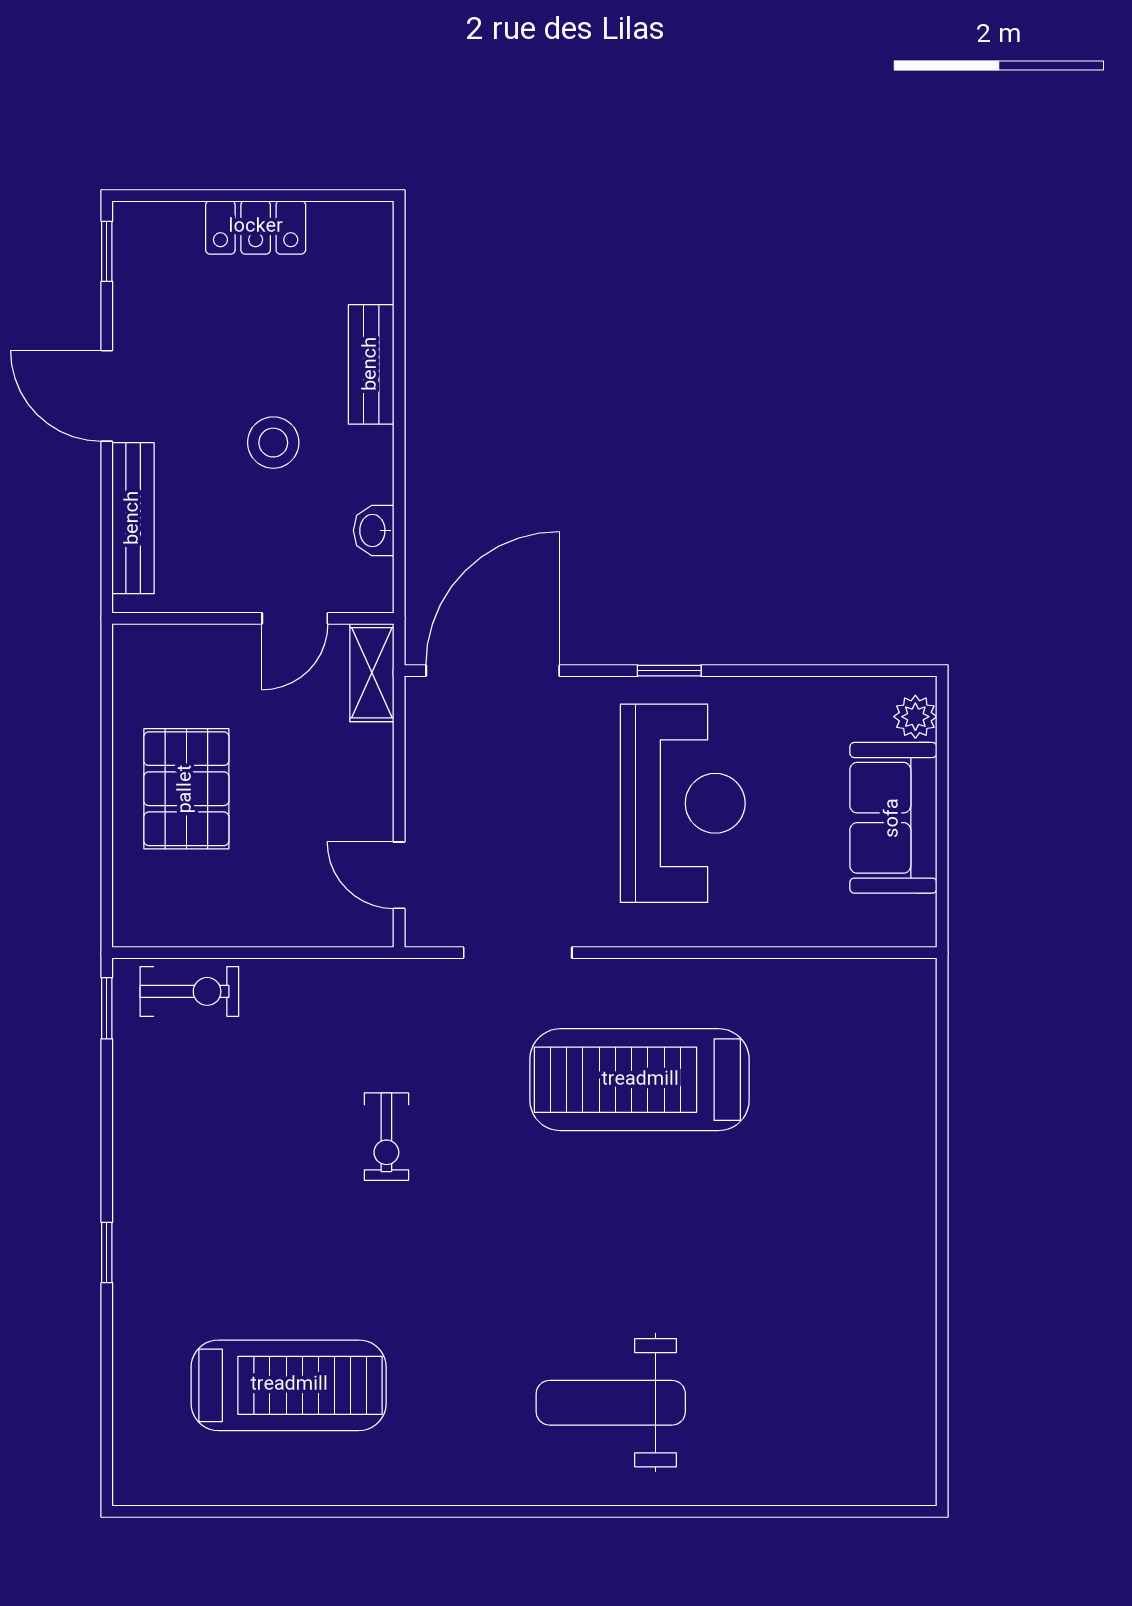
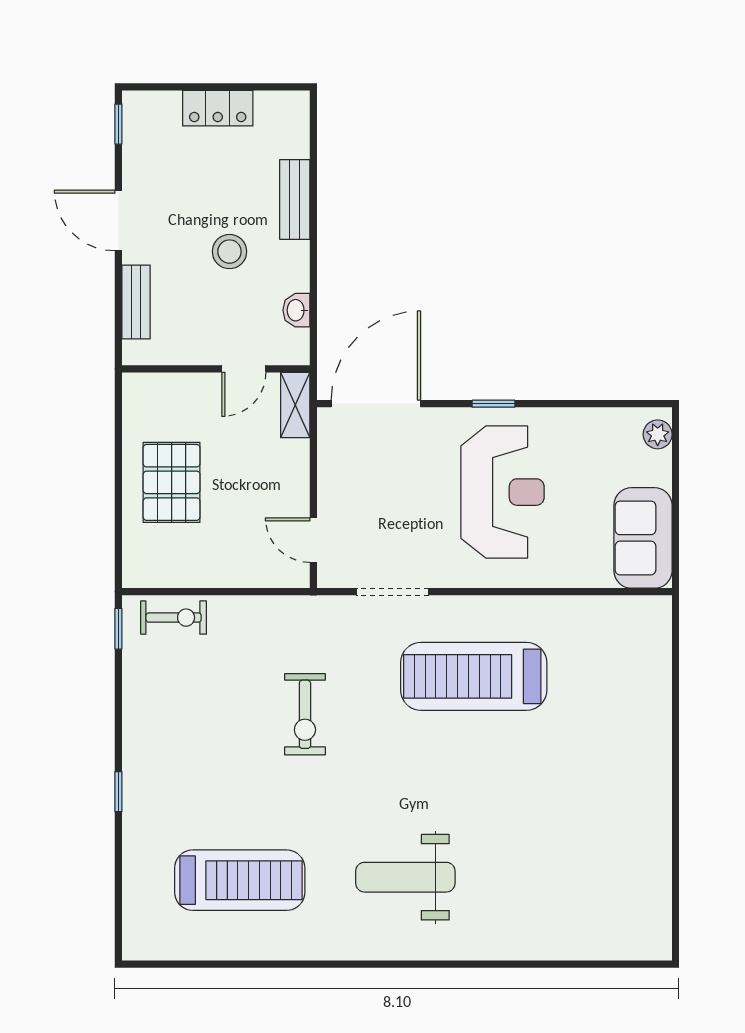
bench: (133, 518) -> (136, 302), width x0.73
sofa: (893, 818) -> (643, 538), moved
exercise bike: (386, 1137) -> (305, 714), width x1.38, depth x1.39
weight bench: (611, 1403) -> (405, 877), moved

